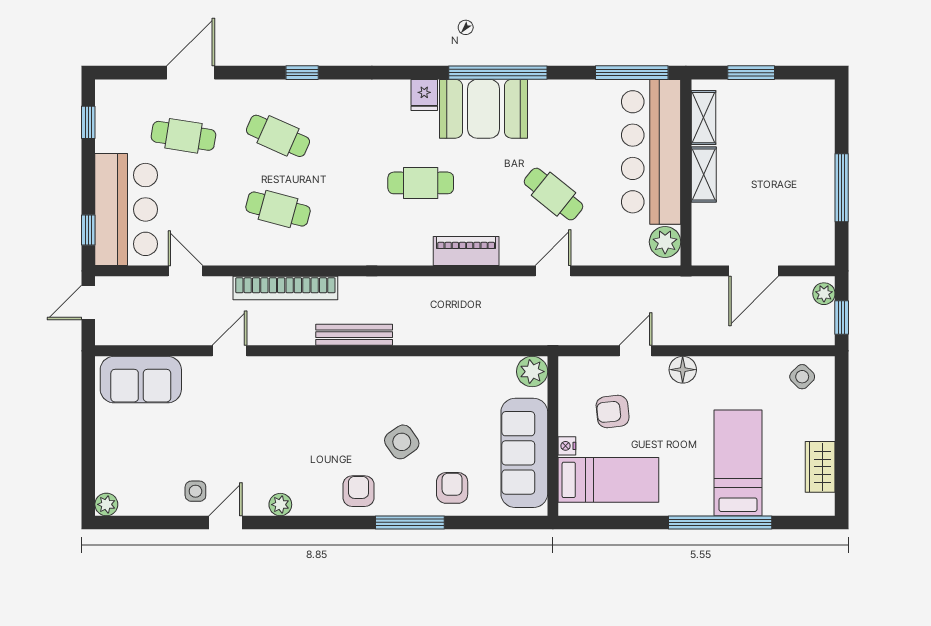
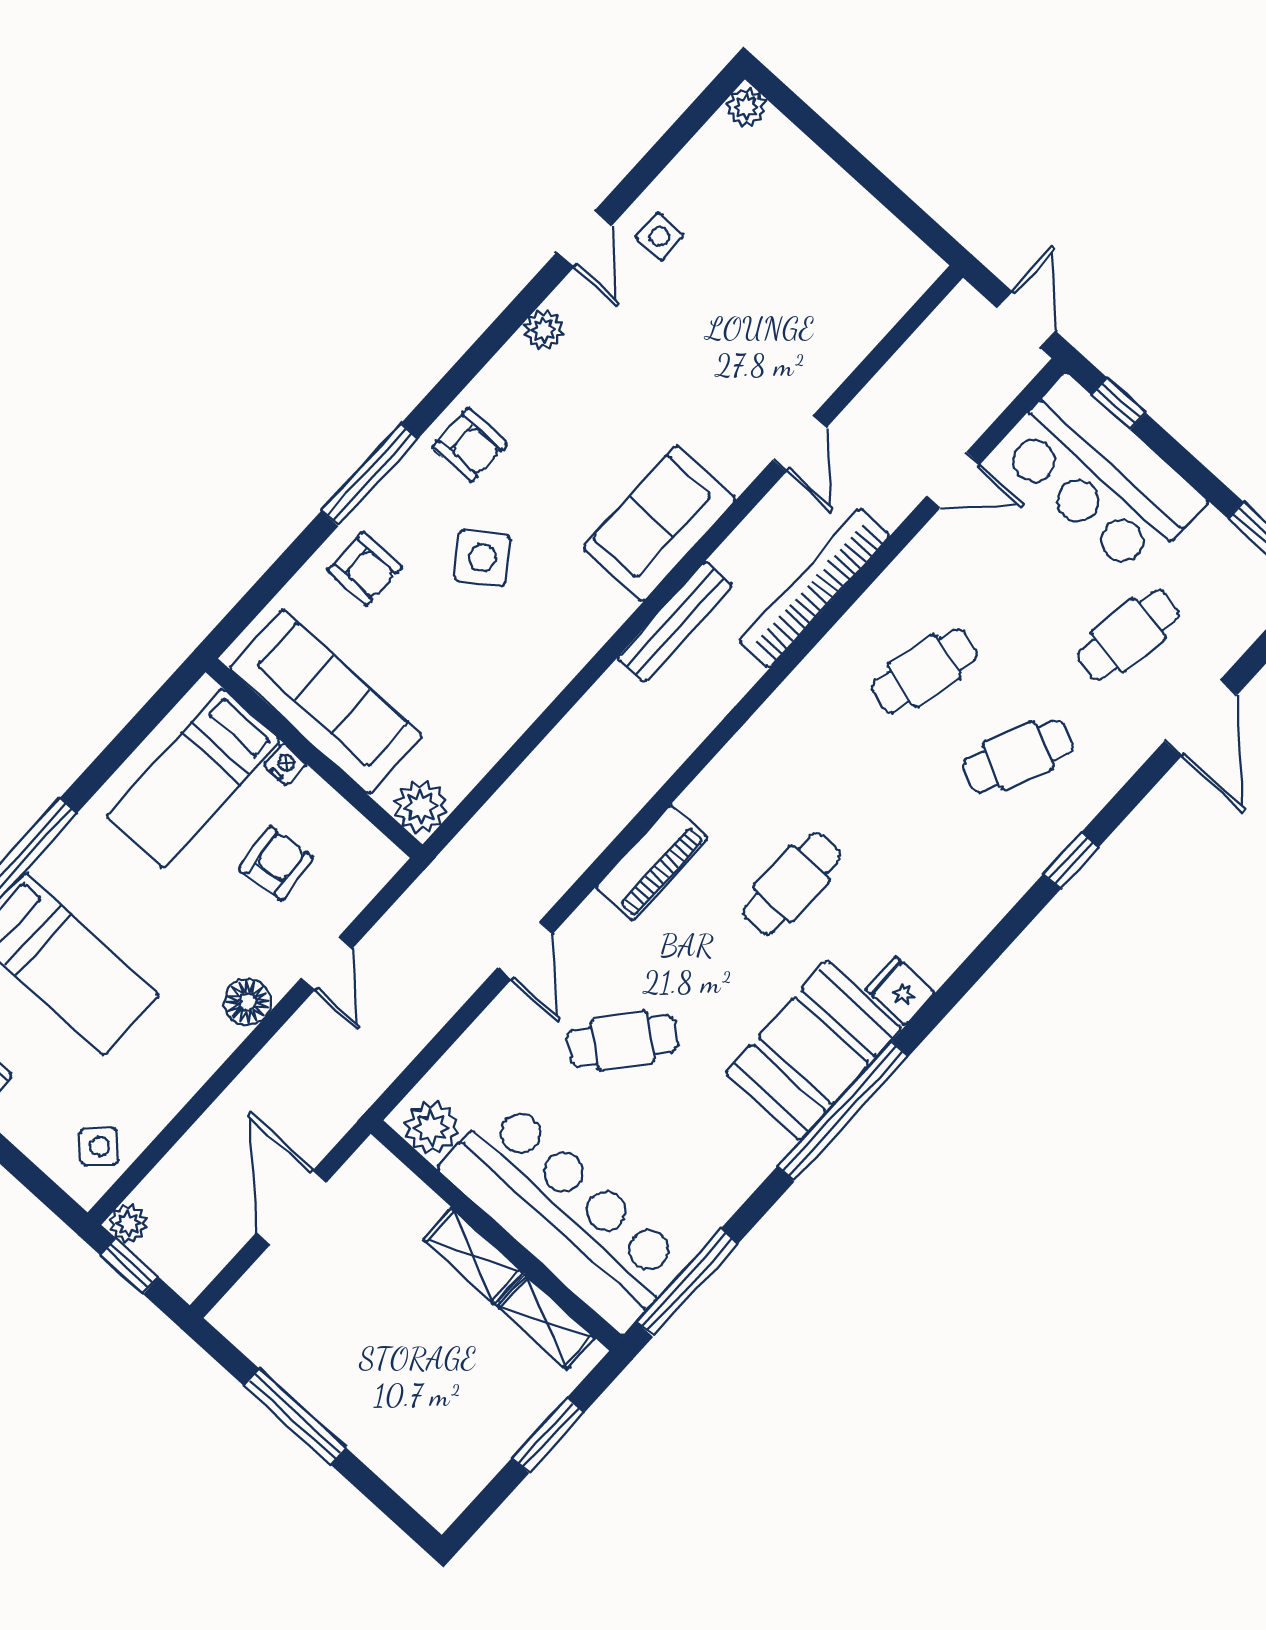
plant: (824, 294) -> (128, 1224), moved
sofa: (141, 380) -> (660, 524), moved

